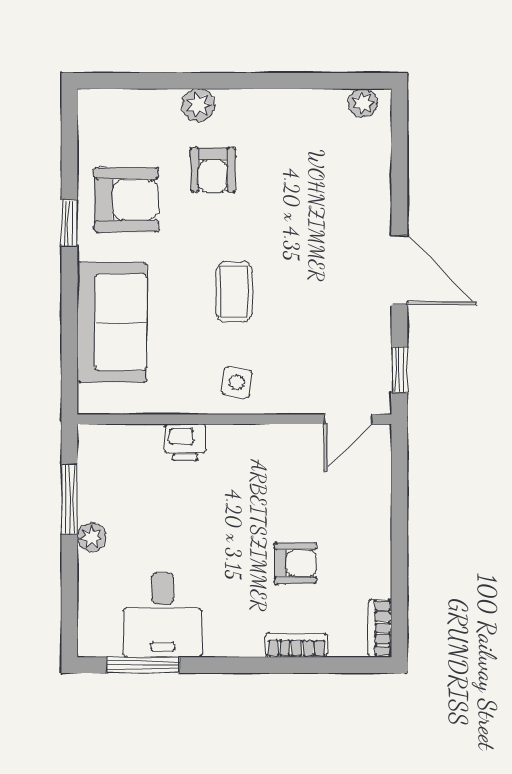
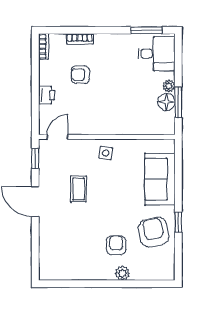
plant: (363, 103) -> (51, 274), removed
armchair: (126, 200) -> (154, 232), turned 78
coffee table: (234, 292) -> (79, 189), moved
printer: (185, 442) -> (47, 95), moved, turned 90
floor lamp: (97, 500) -> (166, 102), added
desk: (163, 615) -> (157, 54), moved, turned 90

